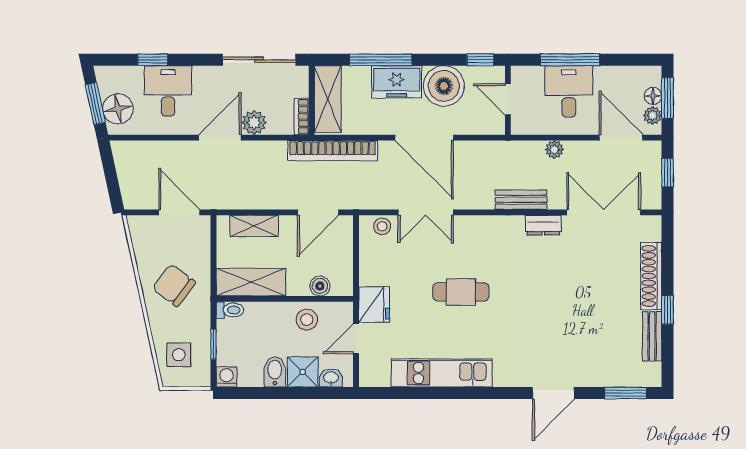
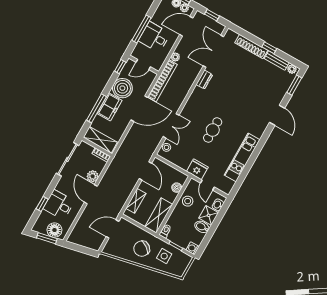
bookcase: (333, 151) -> (162, 81), moved
bench: (521, 200) -> (188, 83), removed
side table: (179, 355) -> (164, 256), moved
plant: (652, 372) -> (292, 69), added

